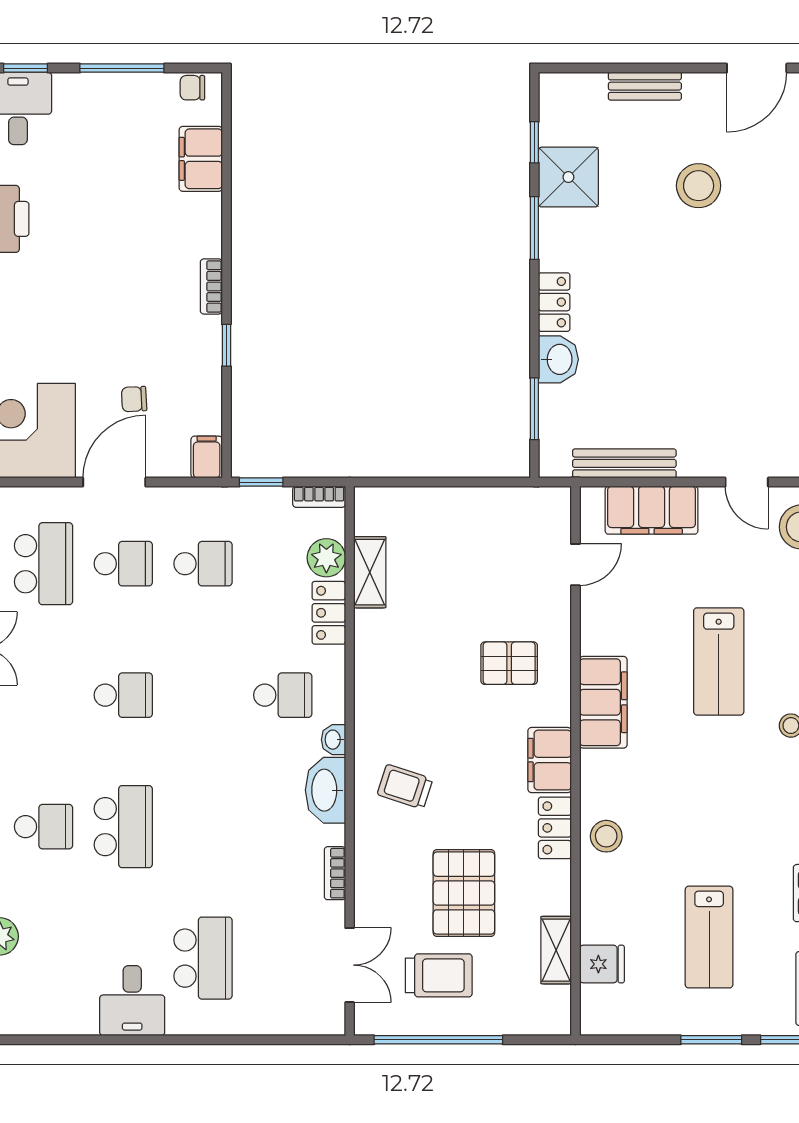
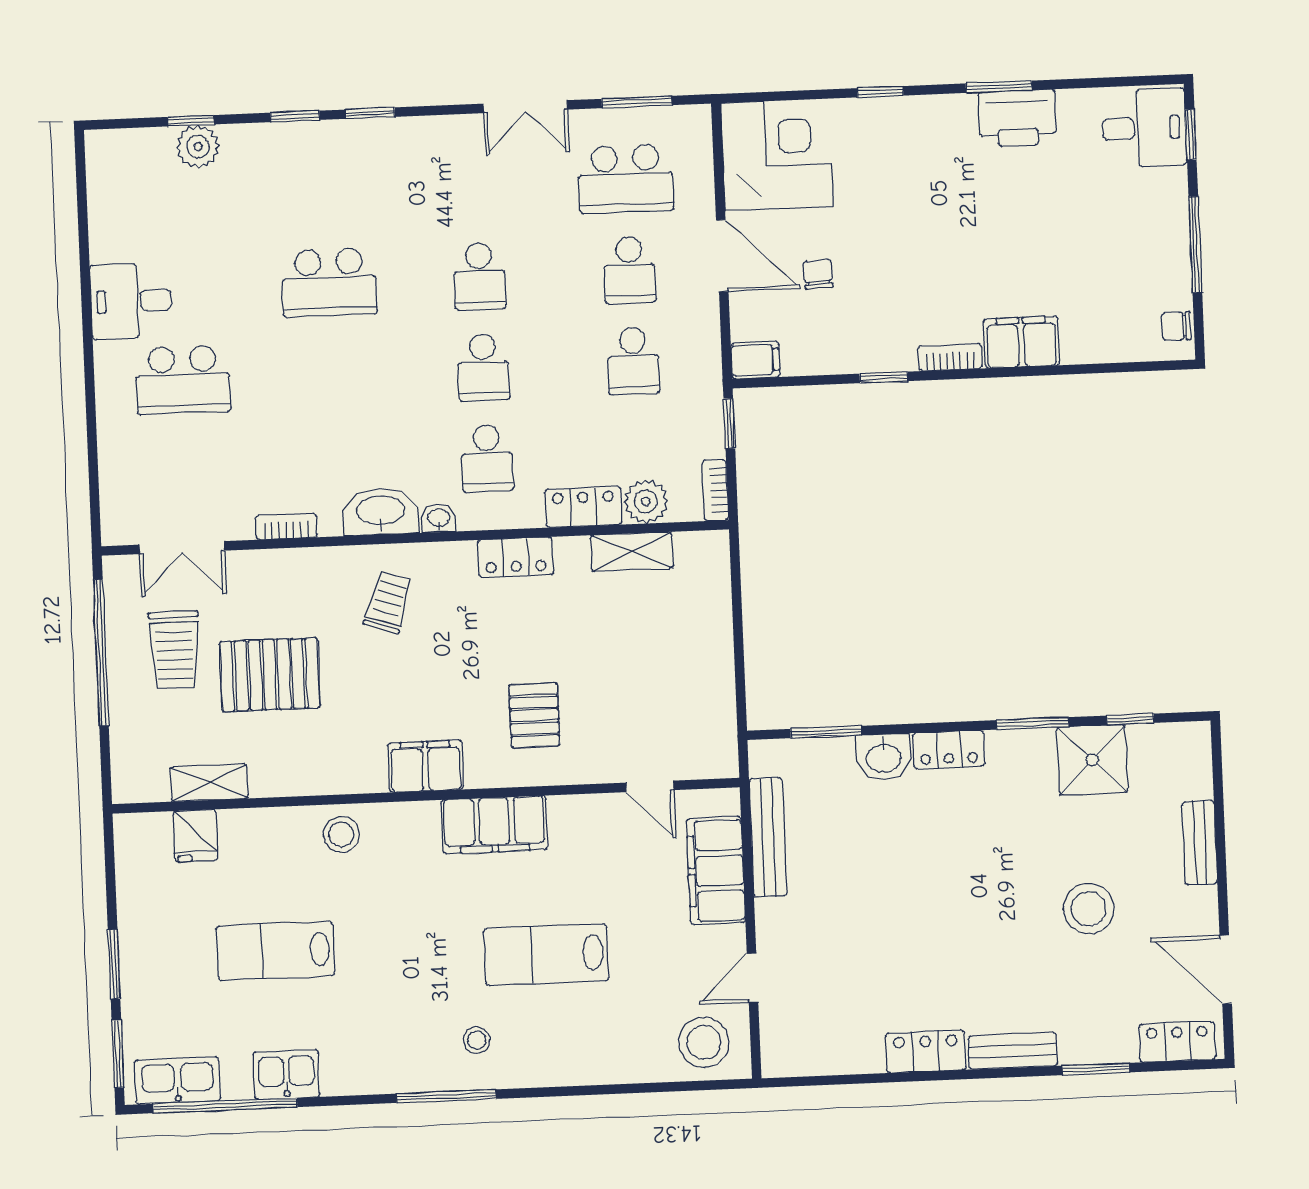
chair: (192, 88) -> (1176, 326), turned -90
filing cabinet: (201, 159) -> (1021, 342), moved
school desk: (44, 827) -> (483, 367), moved
locker: (555, 828) -> (516, 557), moved, turned 180
lab bench: (709, 937) -> (275, 951), moved

